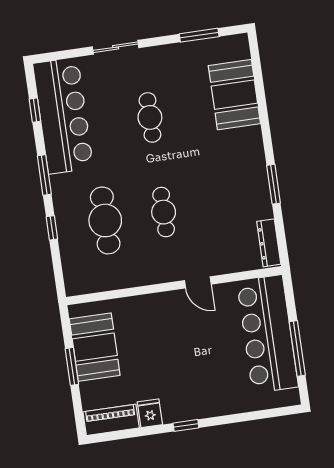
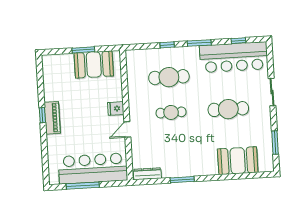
cafe table: (150, 117) -> (228, 109), width x1.37, depth x1.35
fridge: (150, 413) -> (116, 108), moved, turned 180
piano: (111, 420) -> (52, 118), moved

